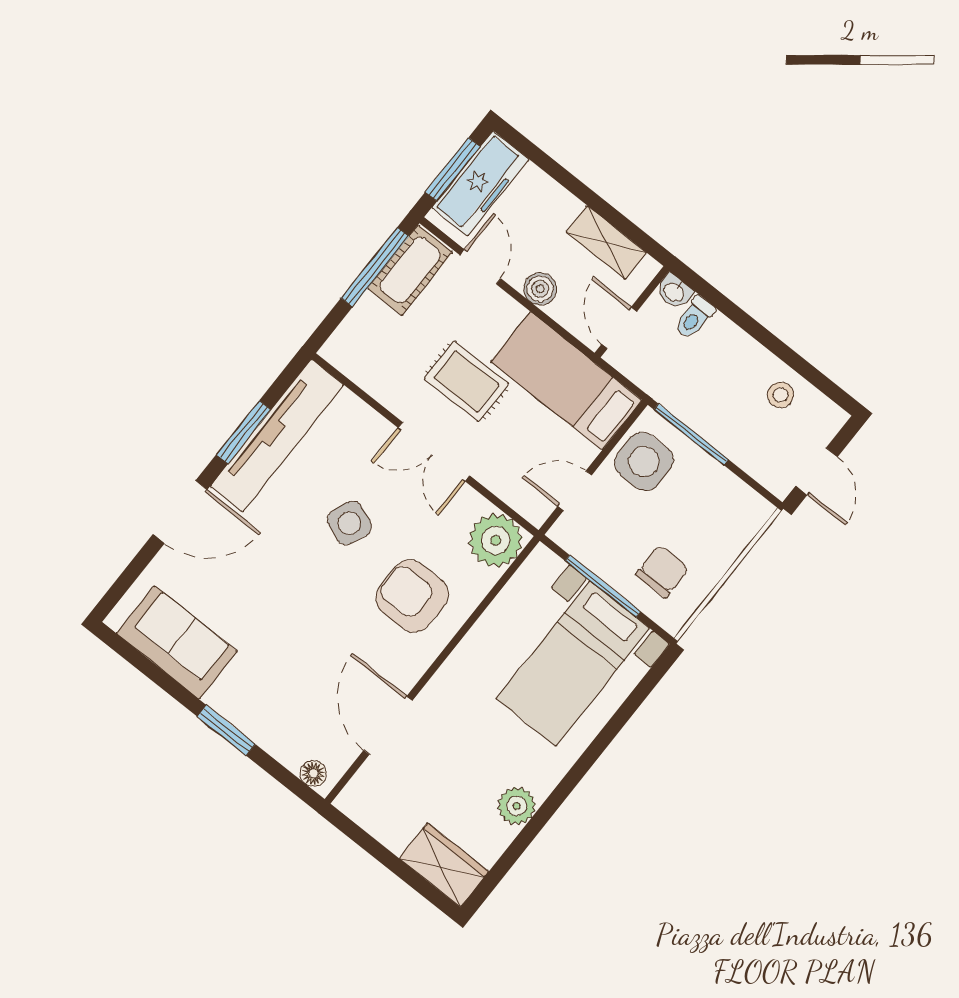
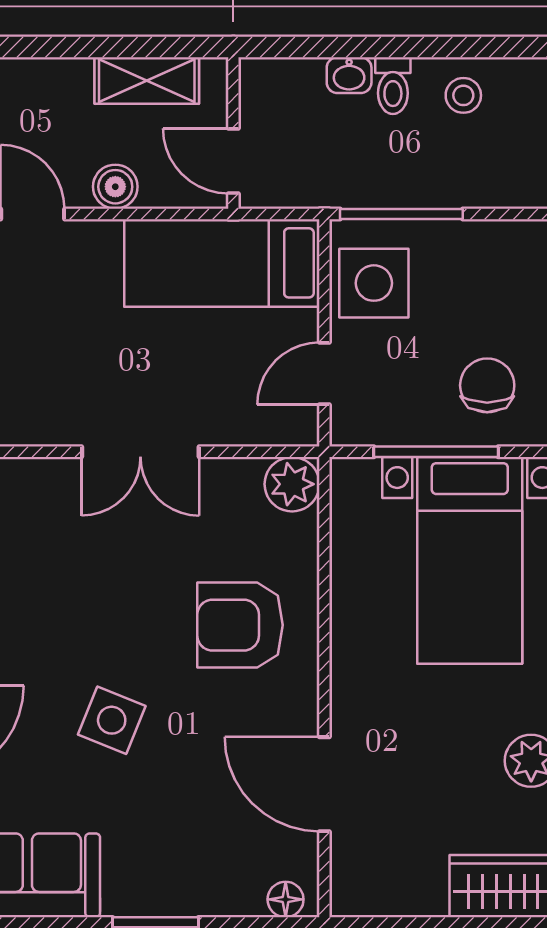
washbasin: (674, 292) -> (349, 75), moved
toilet: (695, 317) -> (393, 86), moved
rug: (466, 381) -> (115, 349), removed
side table: (349, 523) -> (112, 720), moved
plant: (496, 540) -> (292, 484), width x0.73, depth x0.73

